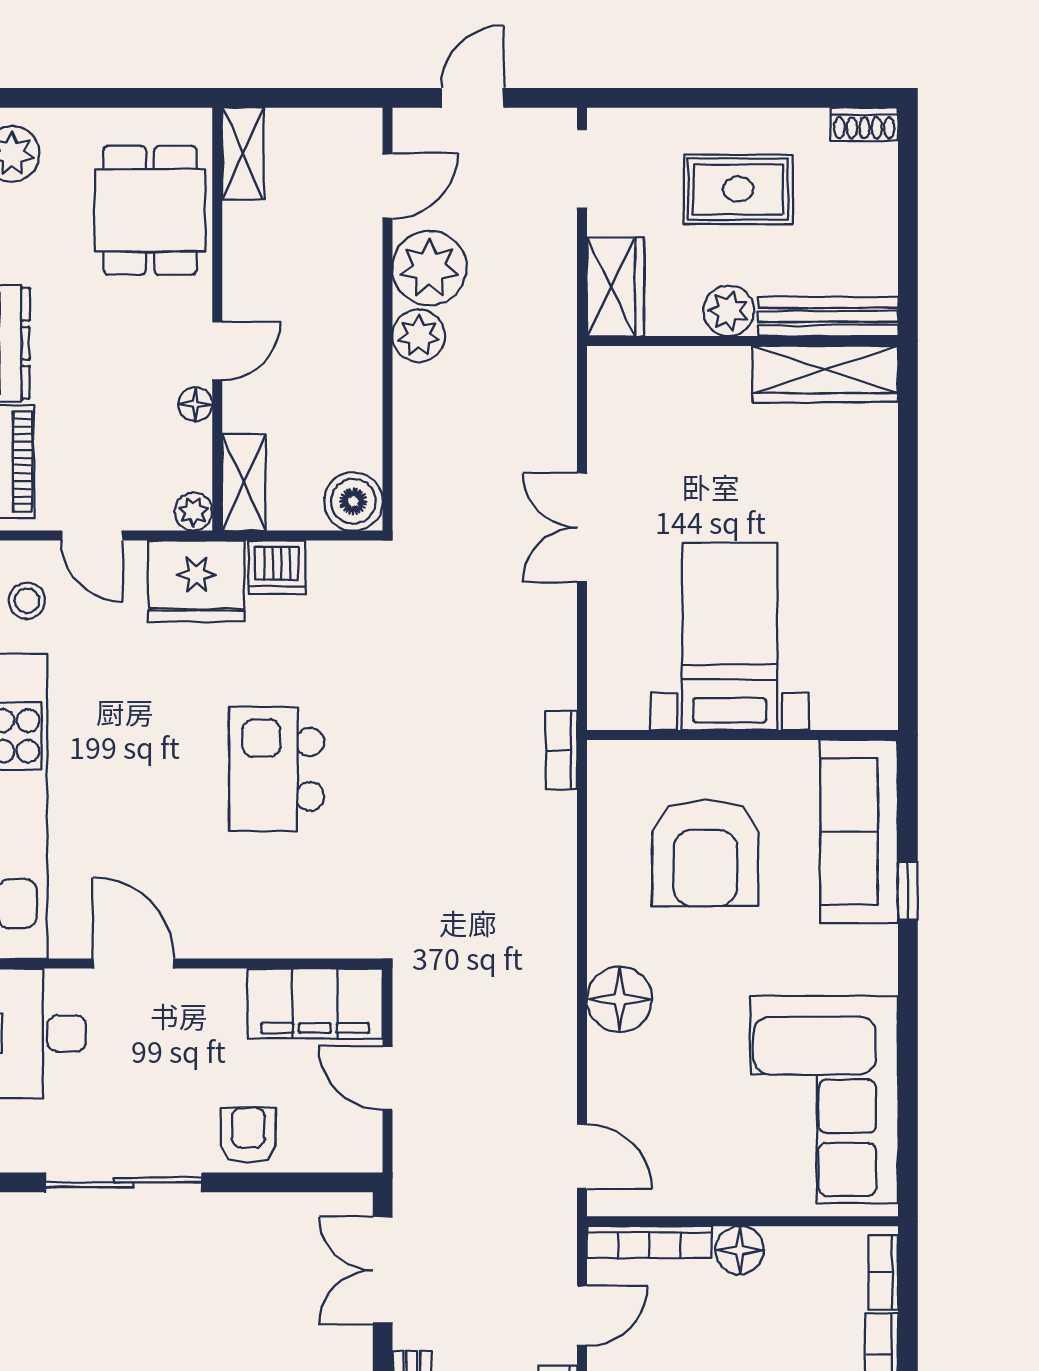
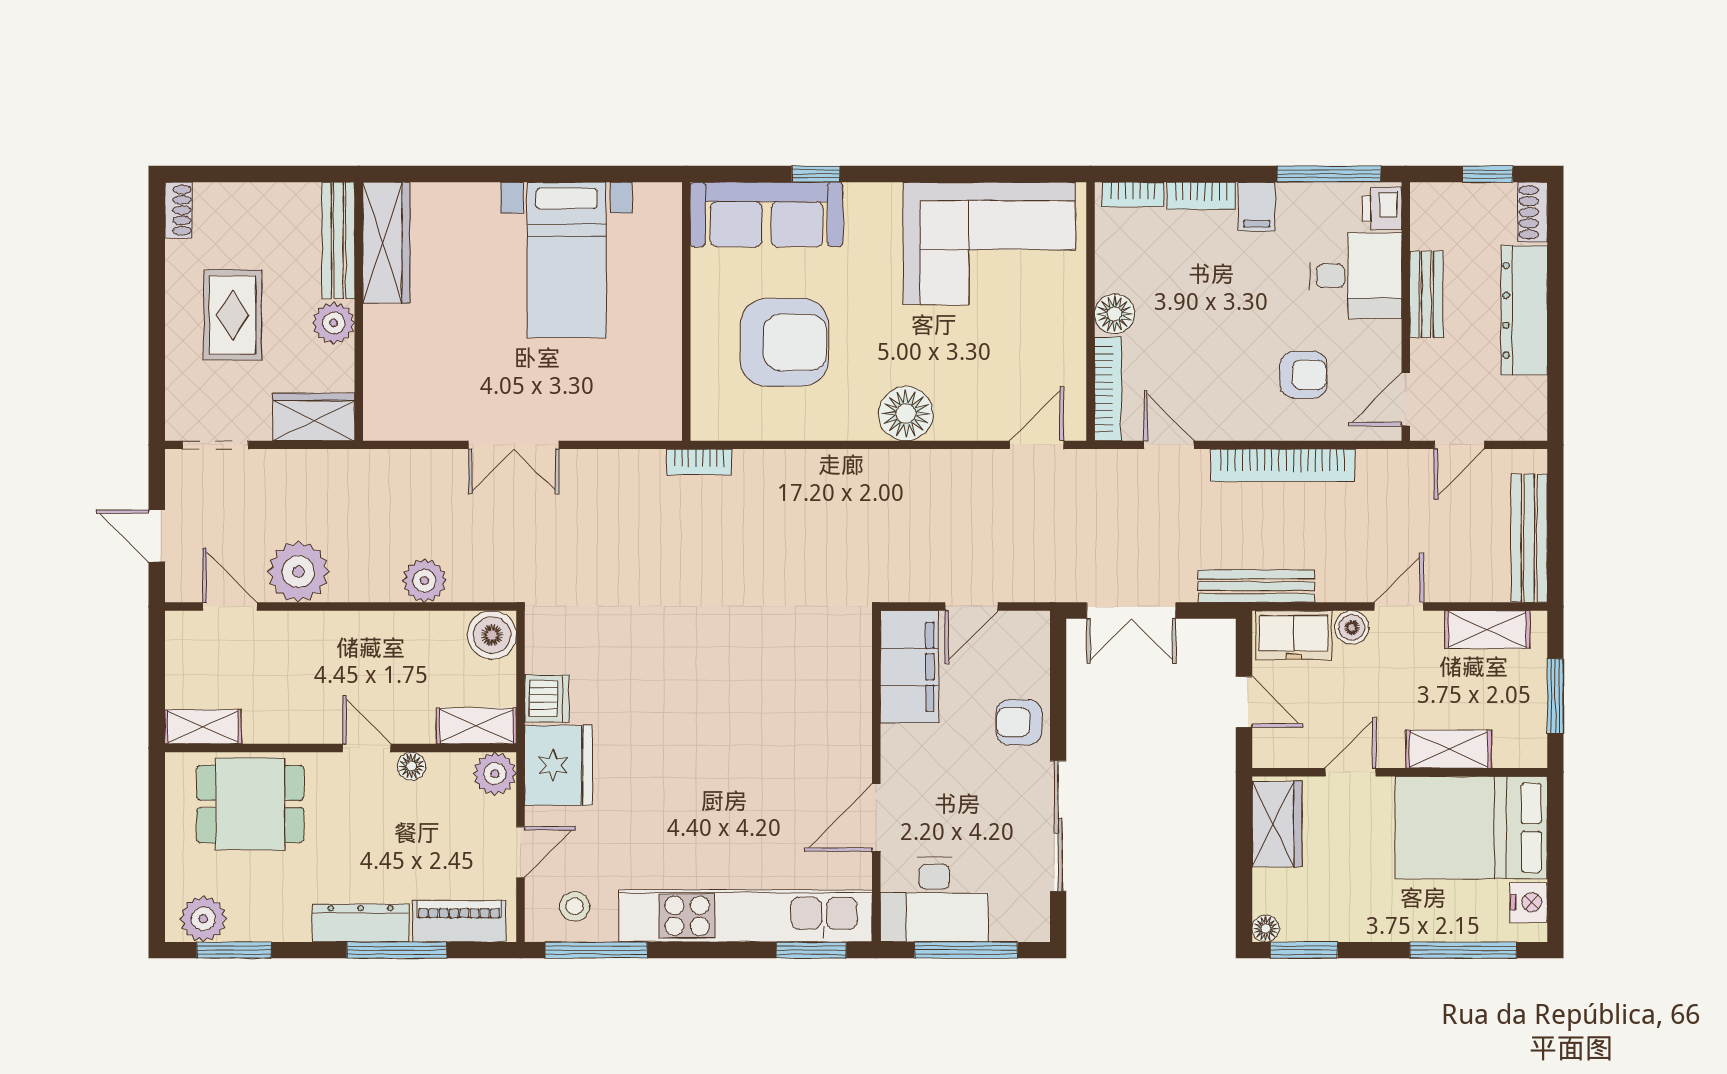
plant: (419, 336) -> (424, 581), moved
plant: (193, 512) -> (495, 774), width x1.38, depth x1.38
bed with nightstands: (730, 636) -> (567, 260), moved, turned -90
kitchen island: (277, 769) -> (715, 699), removed

